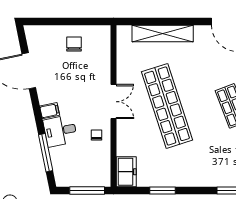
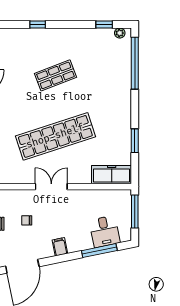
desk: (60, 131) -> (105, 231), moved
chair: (96, 135) -> (27, 220), moved
freezer: (126, 172) -> (112, 175), width x1.40

